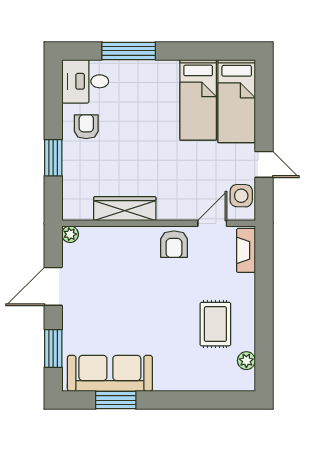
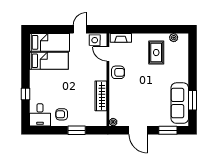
window: (129, 51) -> (25, 94), width x0.46
rug: (215, 324) -> (156, 53), turned 90

